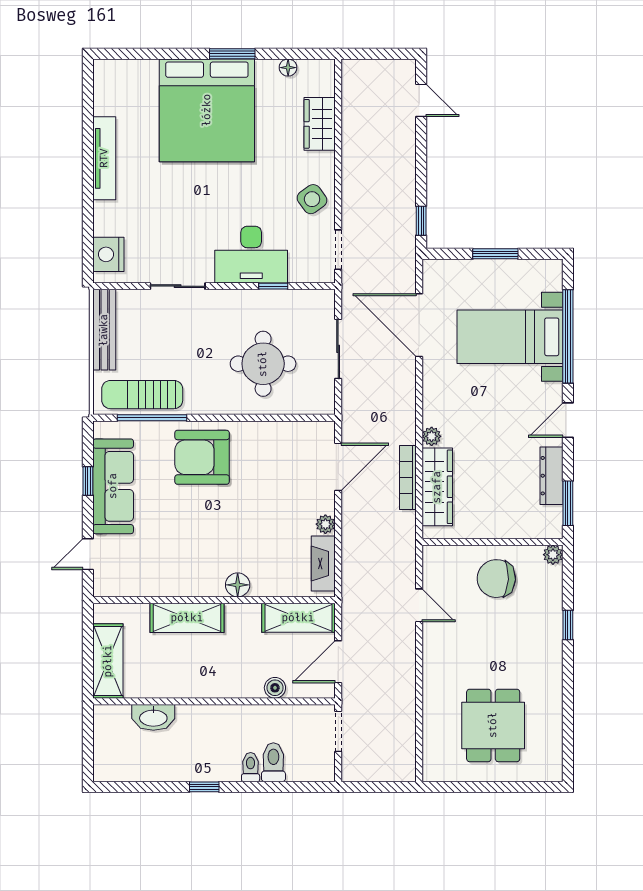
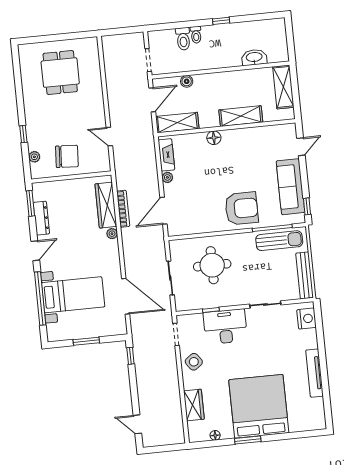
window: (88, 481) -> (307, 206), moved
plant: (553, 555) -> (34, 157), moved

